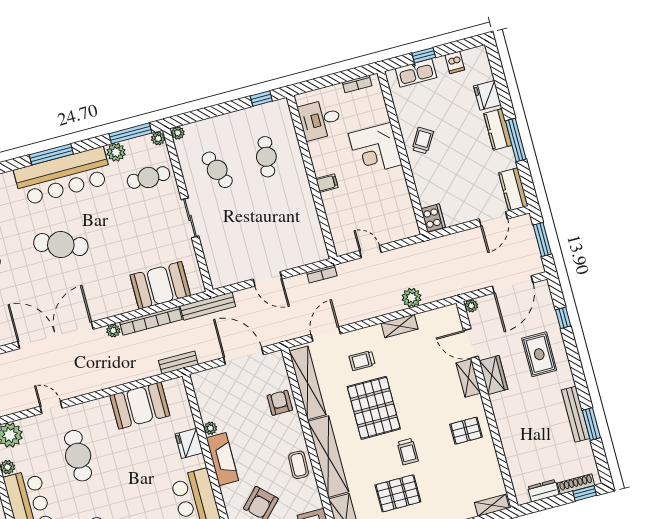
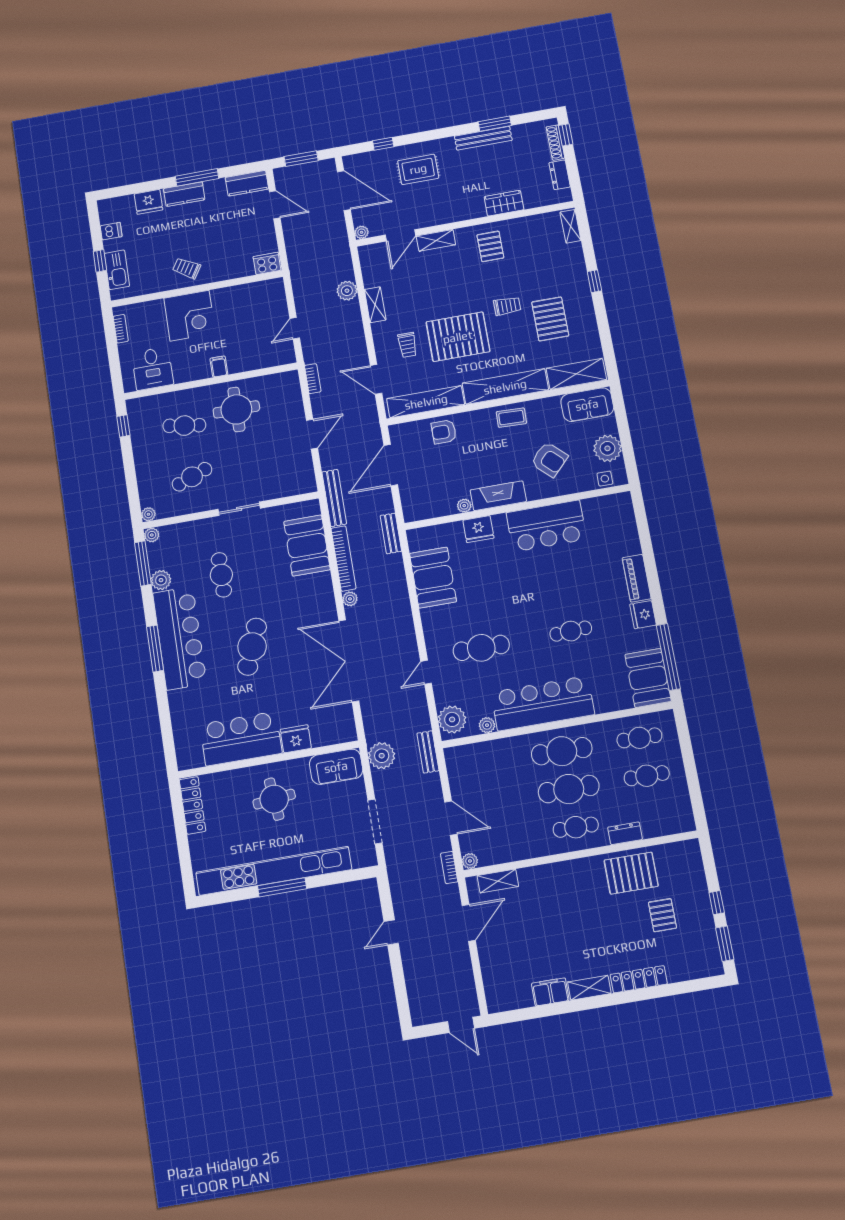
cafe table: (148, 177) -> (221, 575), moved
round table: (286, 205) -> (236, 409), added
wardrobe: (493, 375) -> (504, 203), moved

